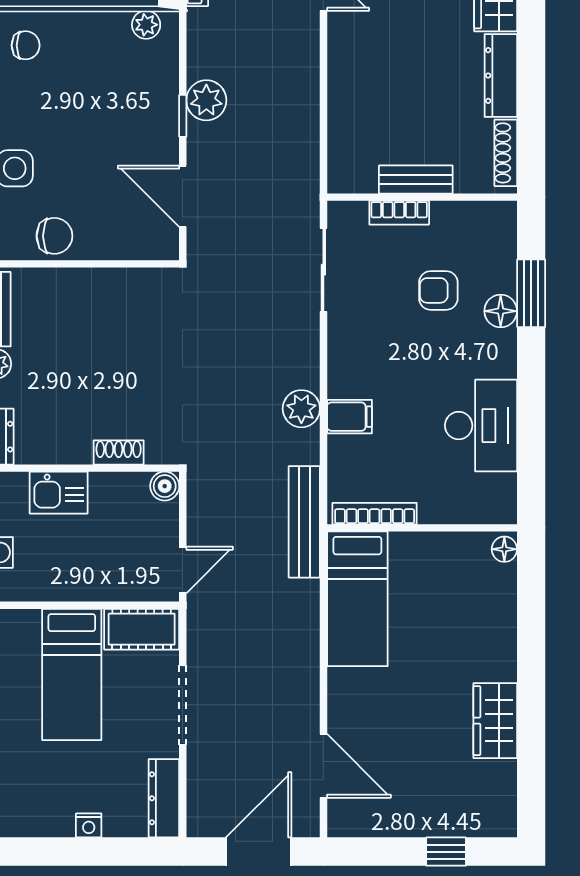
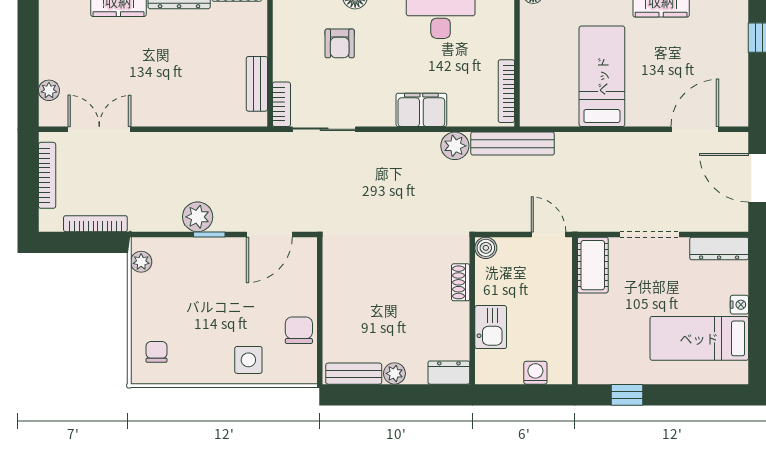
bench: (416, 180) -> (257, 84), moved
bookcase: (399, 213) -> (281, 104), moved
plant: (301, 409) -> (455, 146), moved
filing cabinet: (349, 417) -> (421, 110), width x2.00
bed: (357, 599) -> (602, 76), moved, turned -90
bed: (72, 674) -> (699, 338), moved, turned 180

